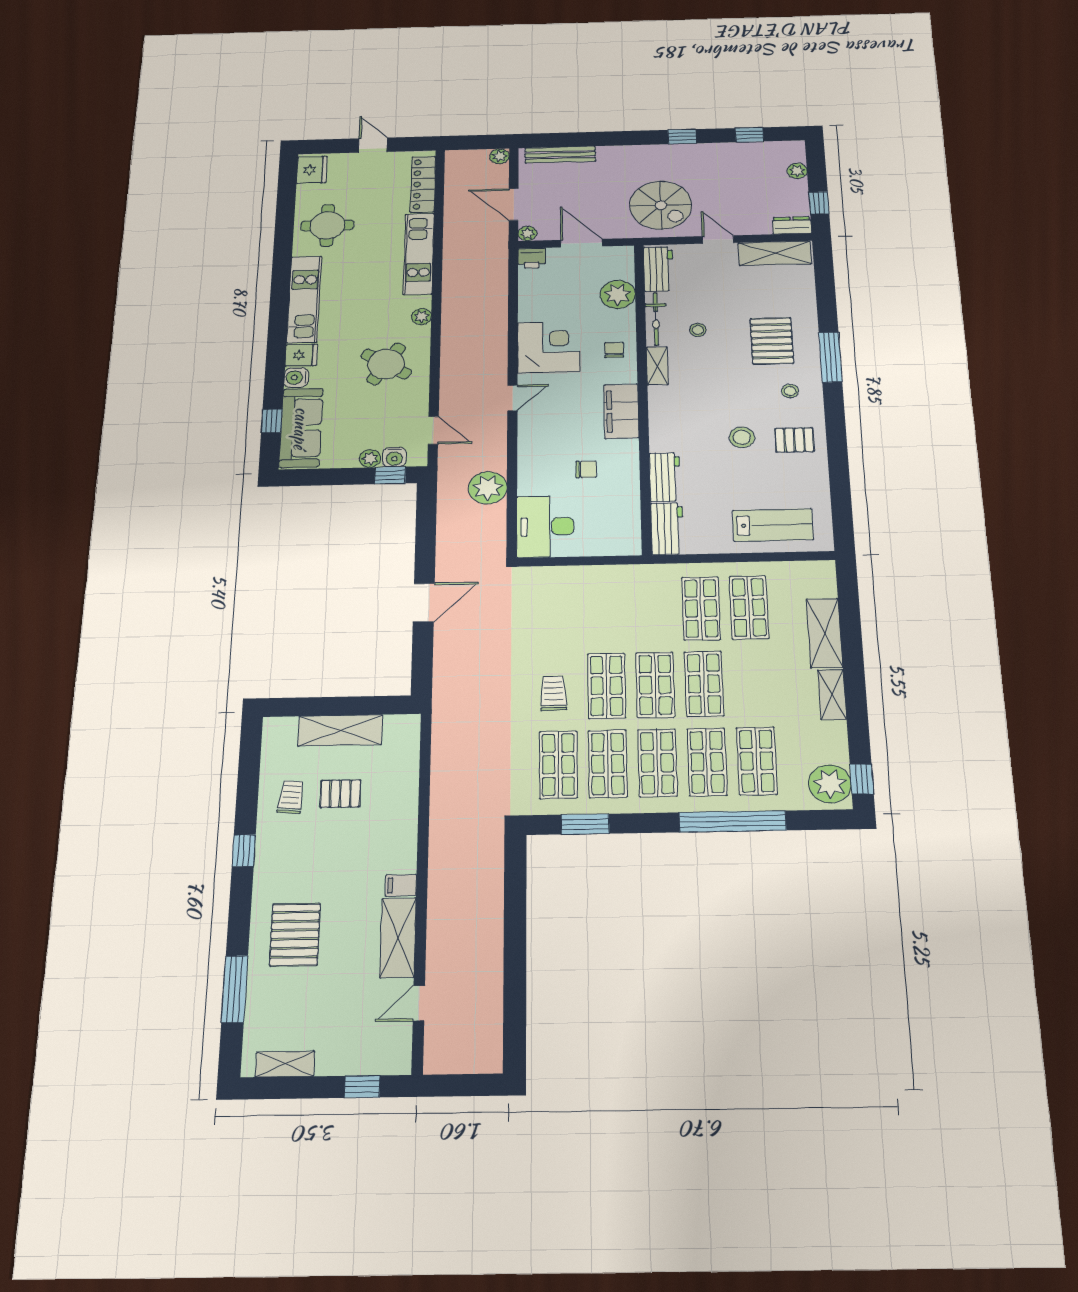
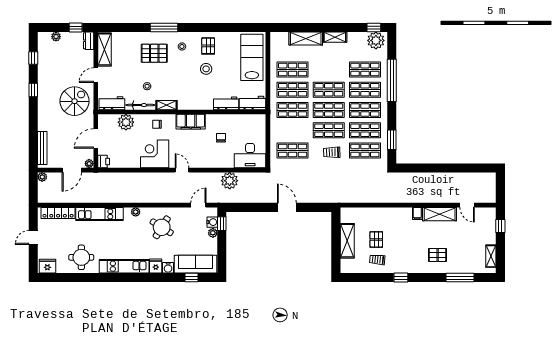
lab bench: (773, 525) -> (252, 57), width x1.36, depth x1.39
shop shelf: (653, 609) -> (293, 110), added
shop shelf: (557, 611) -> (293, 150), added
pallet: (295, 935) -> (438, 255), width x0.67, depth x0.71

